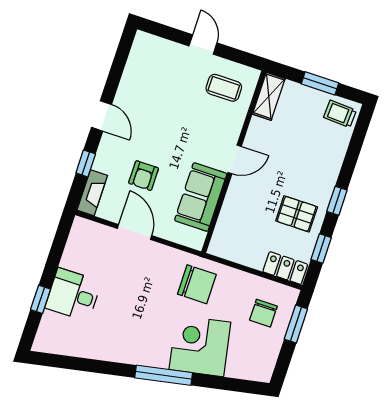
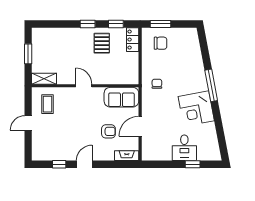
trolley: (340, 114) -> (41, 38), removed
window: (86, 163) -> (59, 164), moved
sofa: (201, 197) -> (121, 97), moved
chair: (197, 284) -> (157, 84), width x0.54, depth x0.54
corner desk: (200, 346) -> (196, 109), moved

